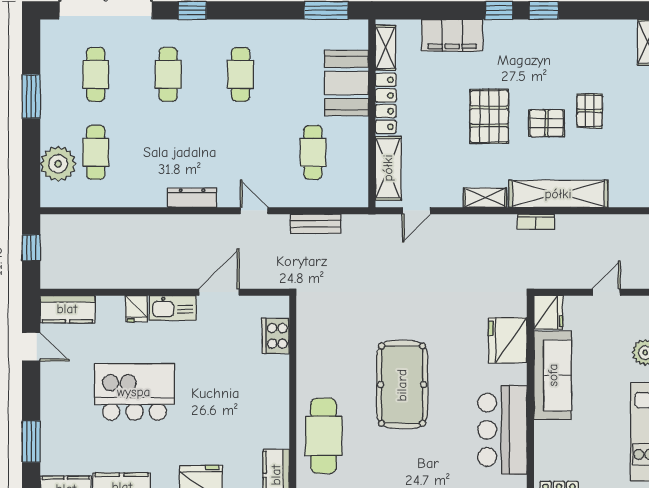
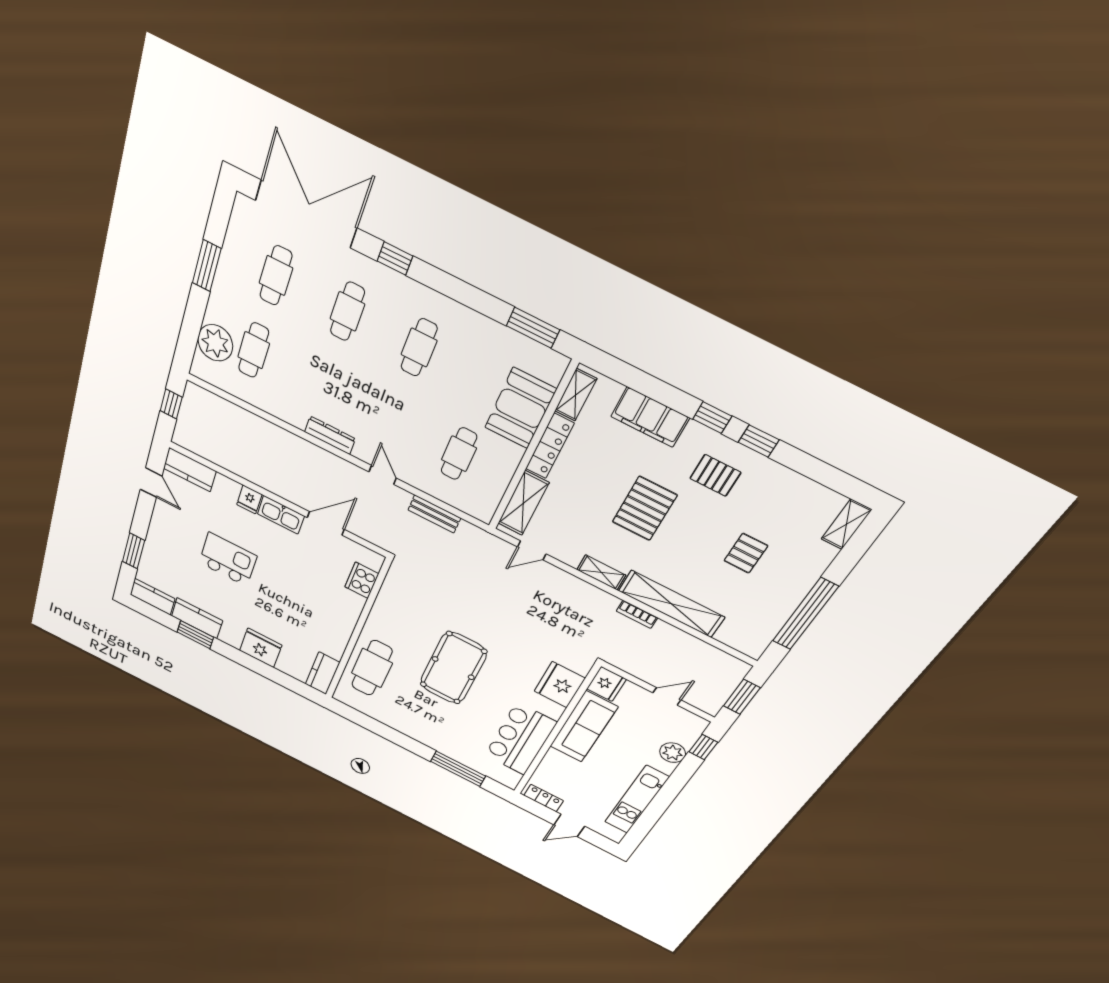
pallet: (546, 123) -> (715, 475), moved
kitchen island: (134, 392) -> (228, 559), width x0.73, depth x0.78

